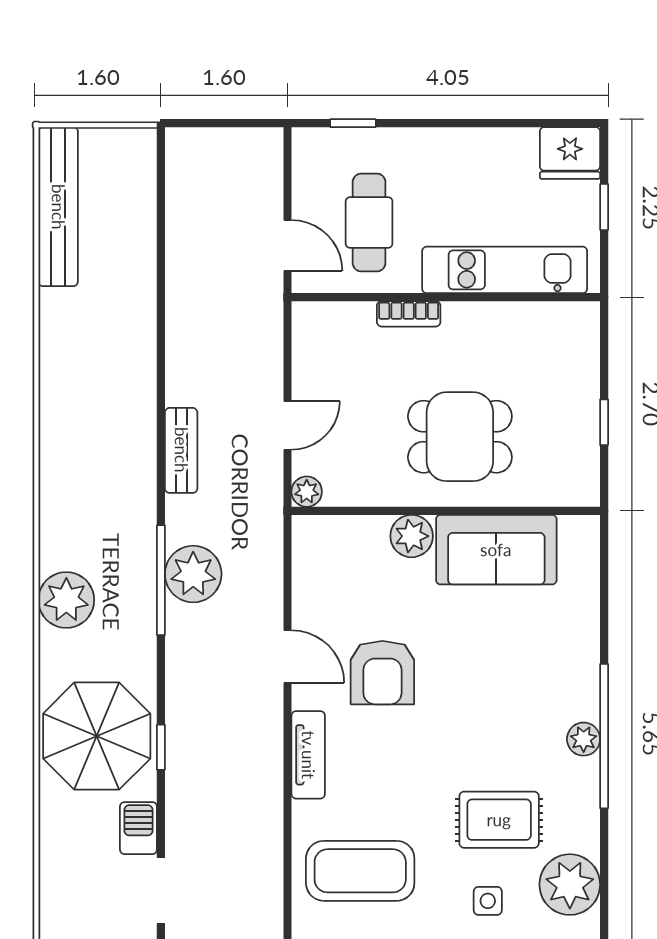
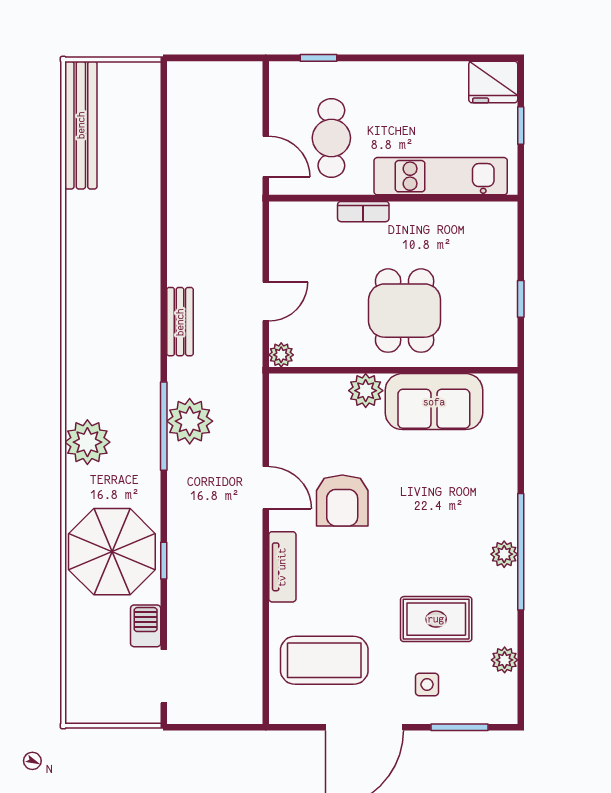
dining table: (460, 437) -> (405, 311), turned 90
plant: (570, 885) -> (505, 660), width x0.53, depth x0.53

